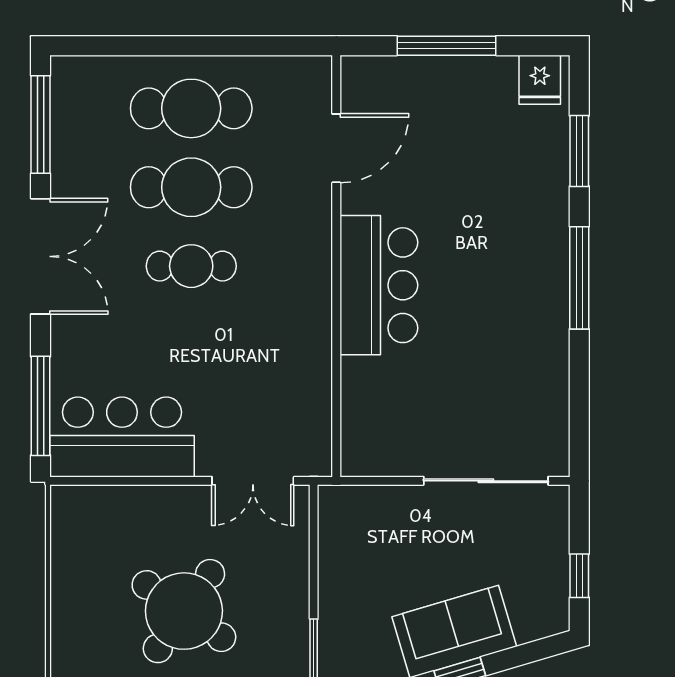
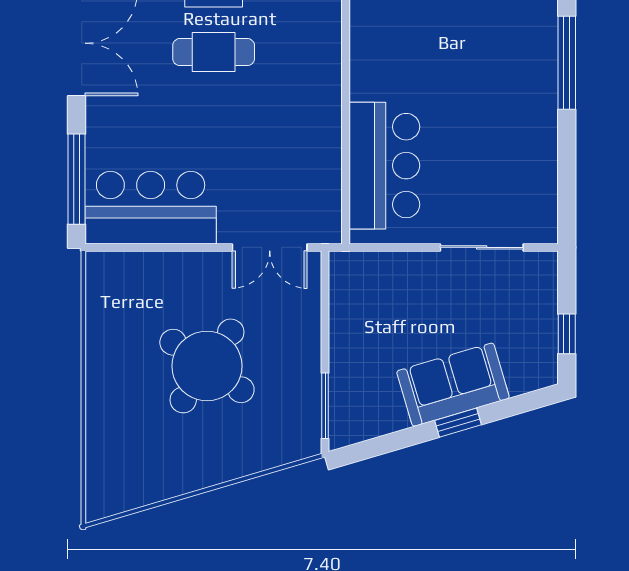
bar counter: (379, 285) -> (384, 166), moved
sliding door: (486, 481) -> (482, 247), width x0.73

